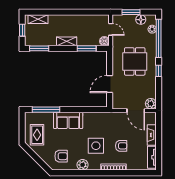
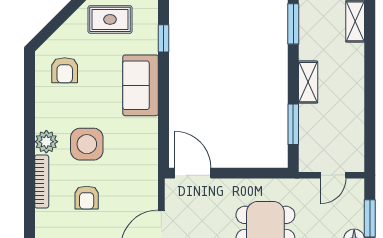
boiler: (104, 41) -> (308, 162), removed
door: (110, 84) -> (193, 173), moved
window: (46, 110) -> (164, 38), width x0.46
plant: (83, 165) -> (46, 142), moved

